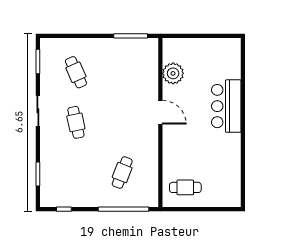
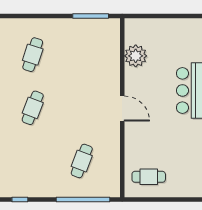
cafe table: (76, 72) -> (33, 55), turned 42
door: (160, 112) -> (122, 109), moved
cafe table: (76, 122) -> (33, 108), turned 33

